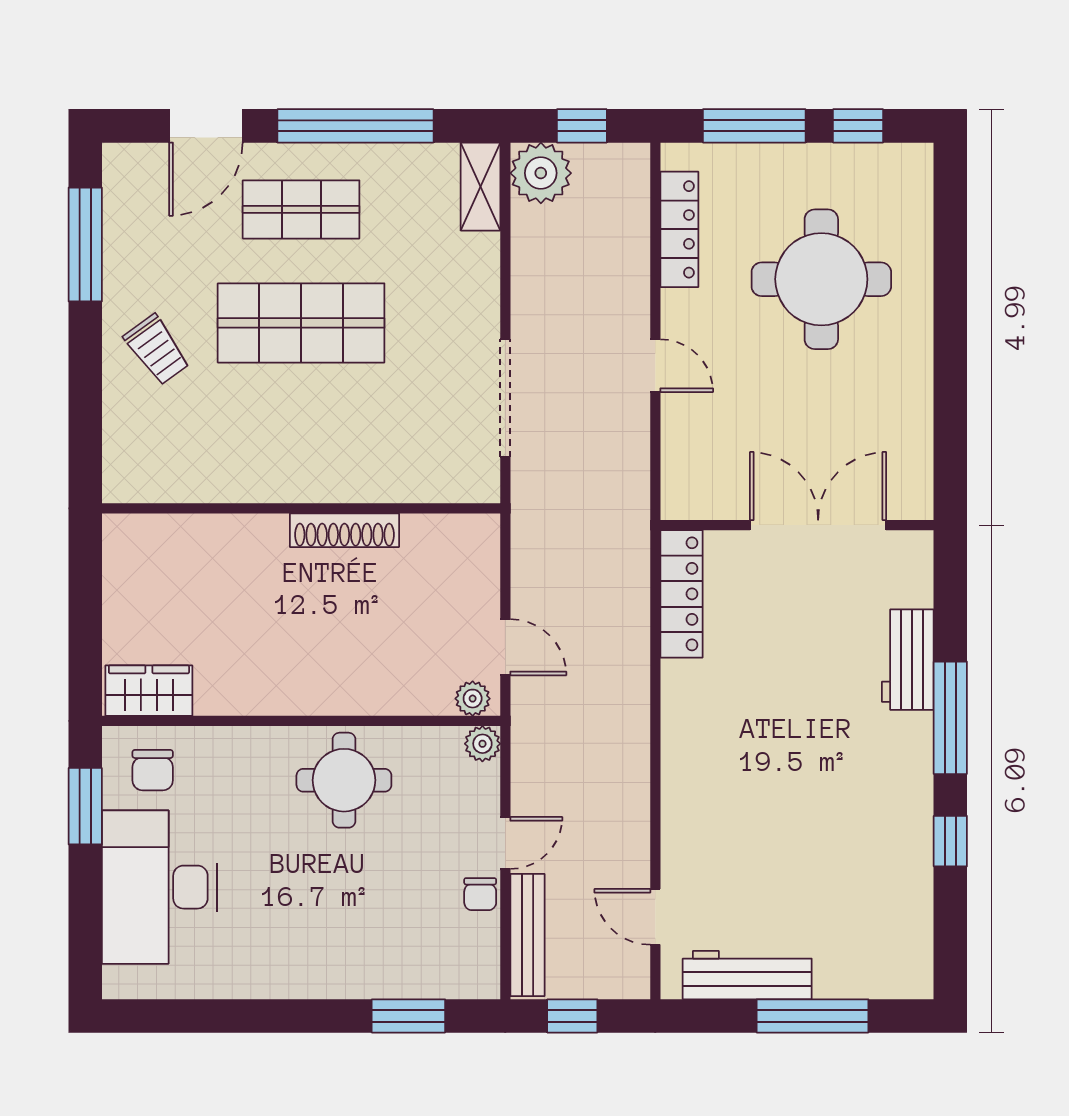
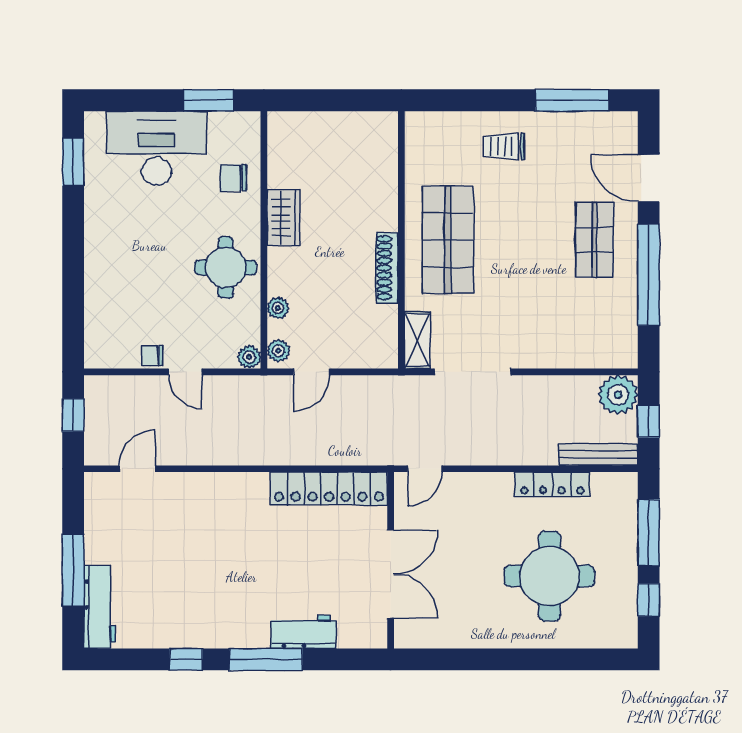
shelving: (480, 187) -> (417, 340), moved, turned 90
locker: (679, 229) -> (552, 484), moved
shop shelf: (301, 323) -> (448, 240), moved
trolley: (157, 350) -> (504, 147), turned 36
door: (655, 366) -> (425, 469), moved
locker: (681, 594) -> (329, 488), width x1.41, depth x1.21
wardrobe: (149, 691) -> (283, 218), moved
plant: (407, 699) -> (278, 308), added
chair: (153, 770) -> (233, 178), moved
bench: (527, 935) -> (598, 454), moved
workbench: (747, 975) -> (100, 607), moved
window: (408, 1016) -> (73, 162), moved

